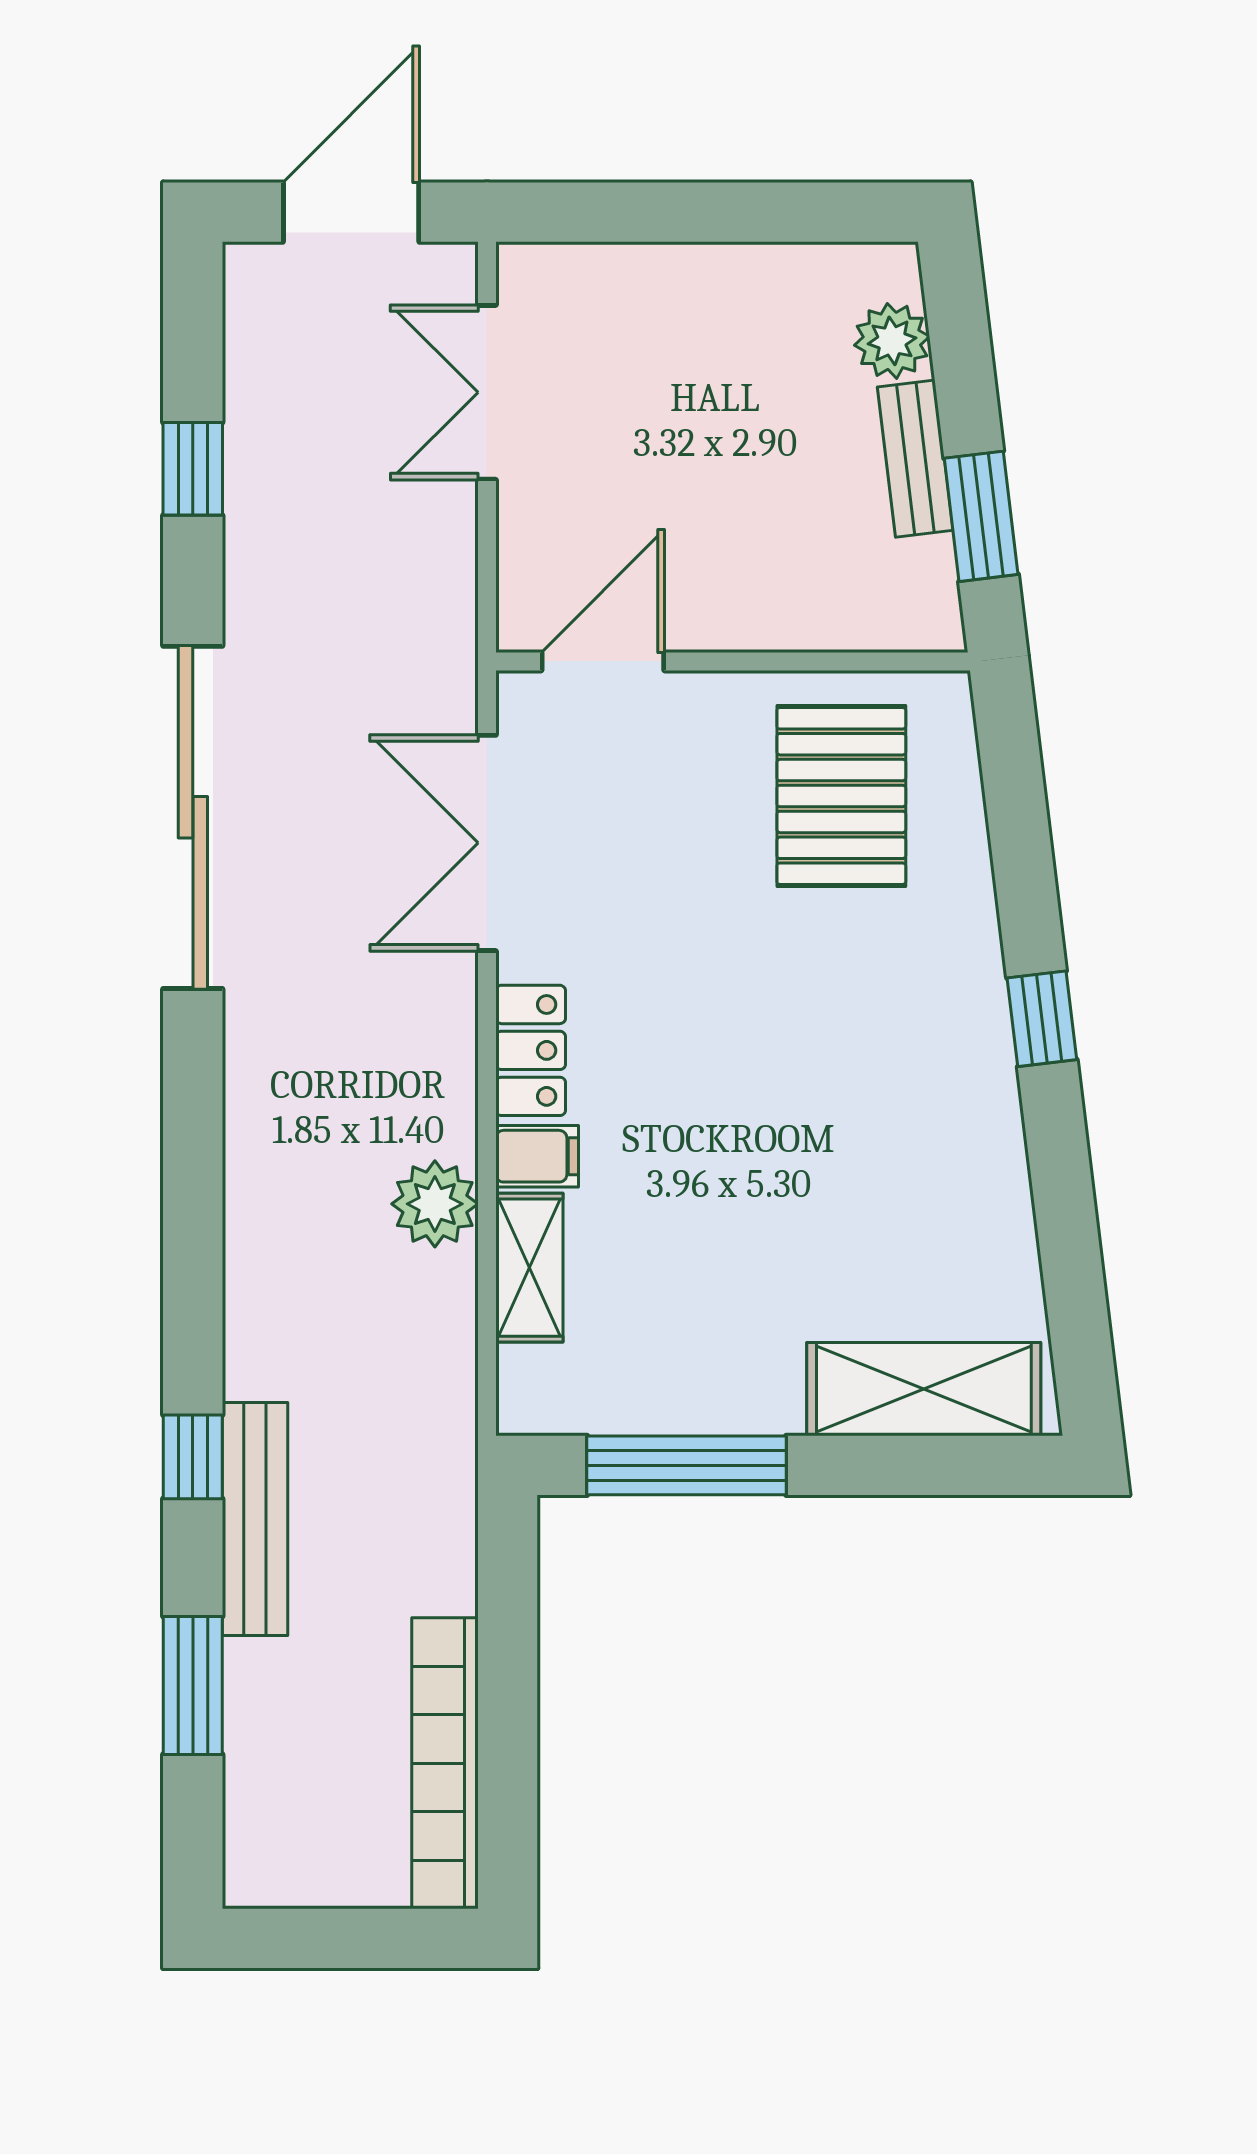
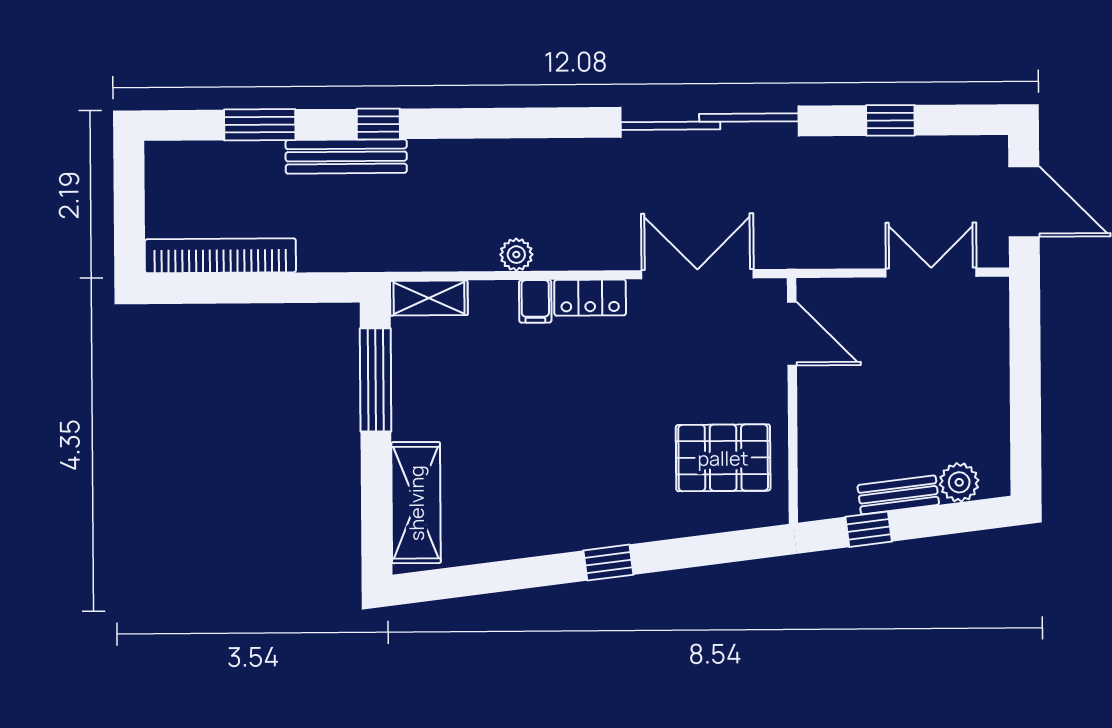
window: (981, 516) -> (869, 529), width x0.67
plant: (435, 1204) -> (516, 255), width x0.73, depth x0.73
shelving: (529, 1268) -> (429, 298), moved

